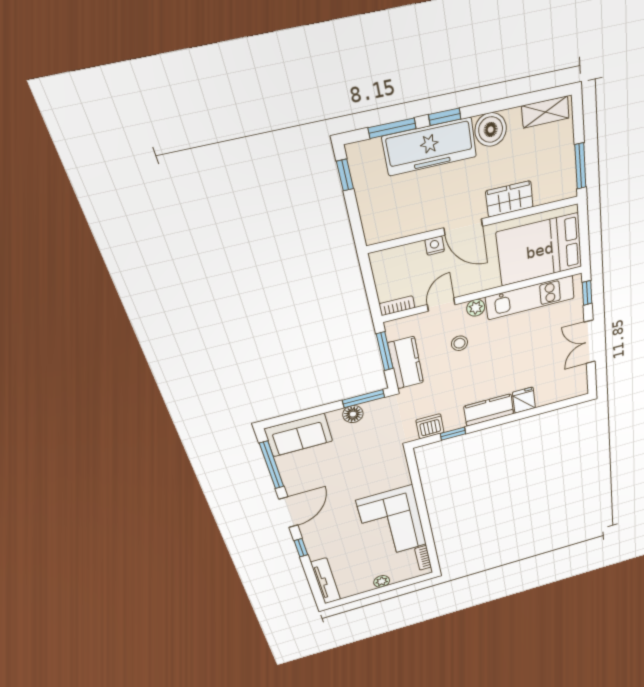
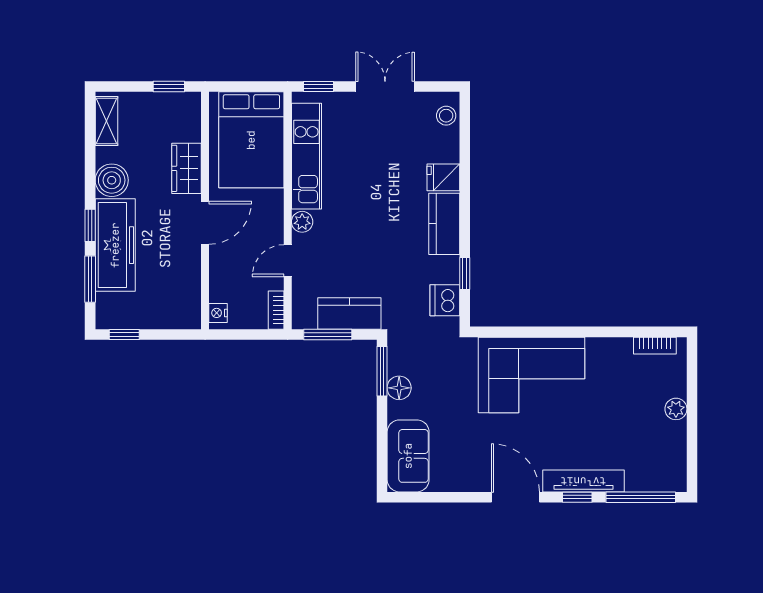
window: (580, 166) -> (169, 86), width x0.67
nightstand: (435, 246) -> (218, 313), moved
door: (441, 305) -> (288, 261), hinge flipped
double door: (590, 342) -> (385, 86), swing flipped
stool: (459, 343) -> (446, 116), moved
window: (272, 465) -> (641, 497), moved
corner sofa: (392, 523) -> (531, 375), moved
tv unit: (326, 581) -> (583, 481), moved

